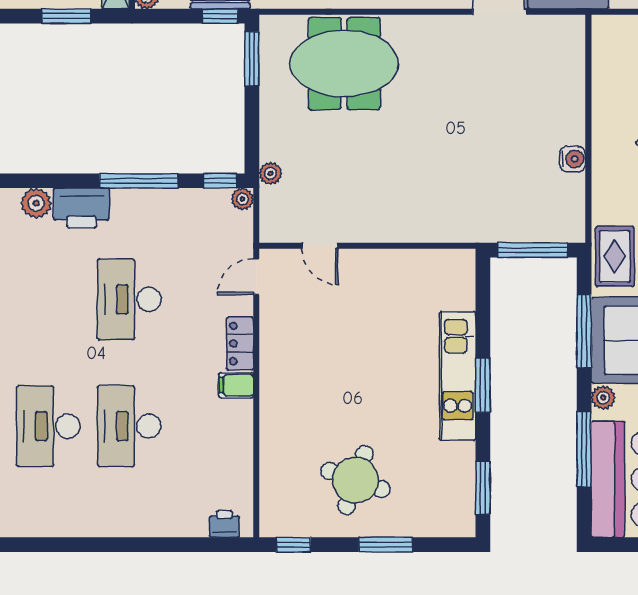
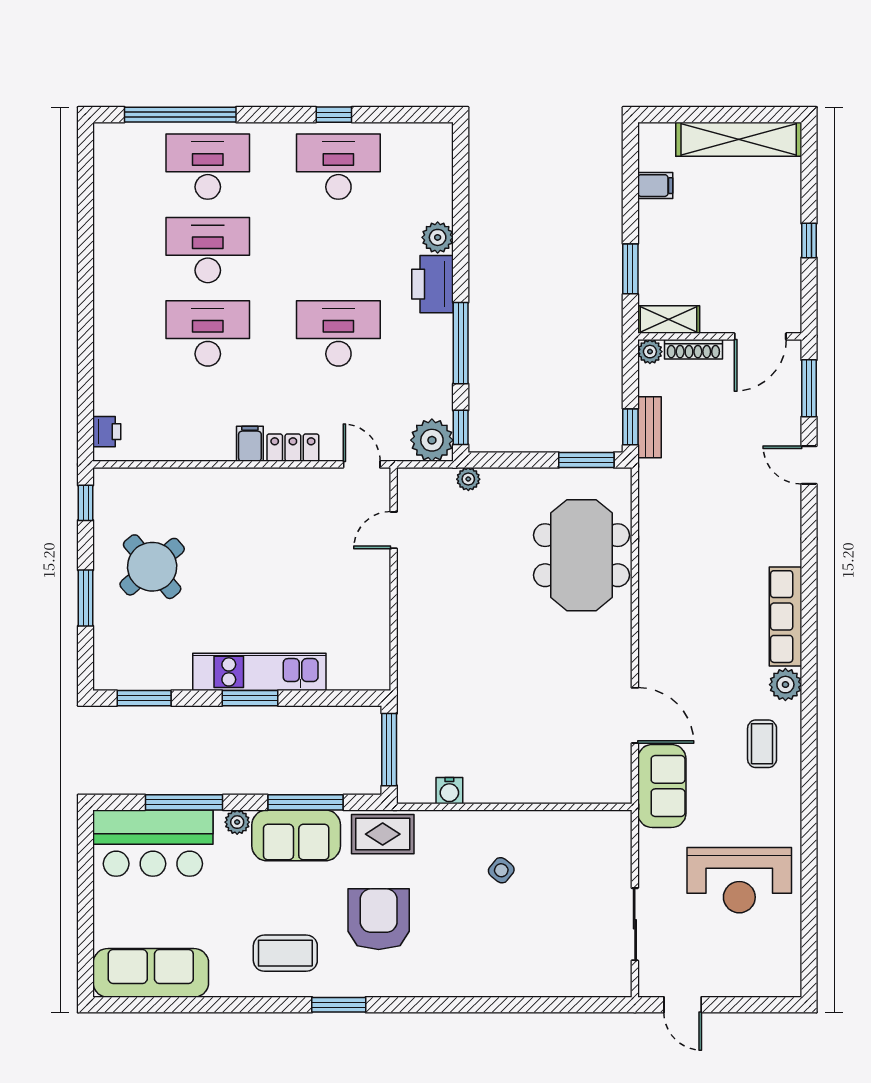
water cooler: (573, 159) -> (449, 791), moved
plant: (242, 199) -> (432, 440), width x1.87, depth x1.87
round table: (355, 480) -> (152, 567), turned 31

